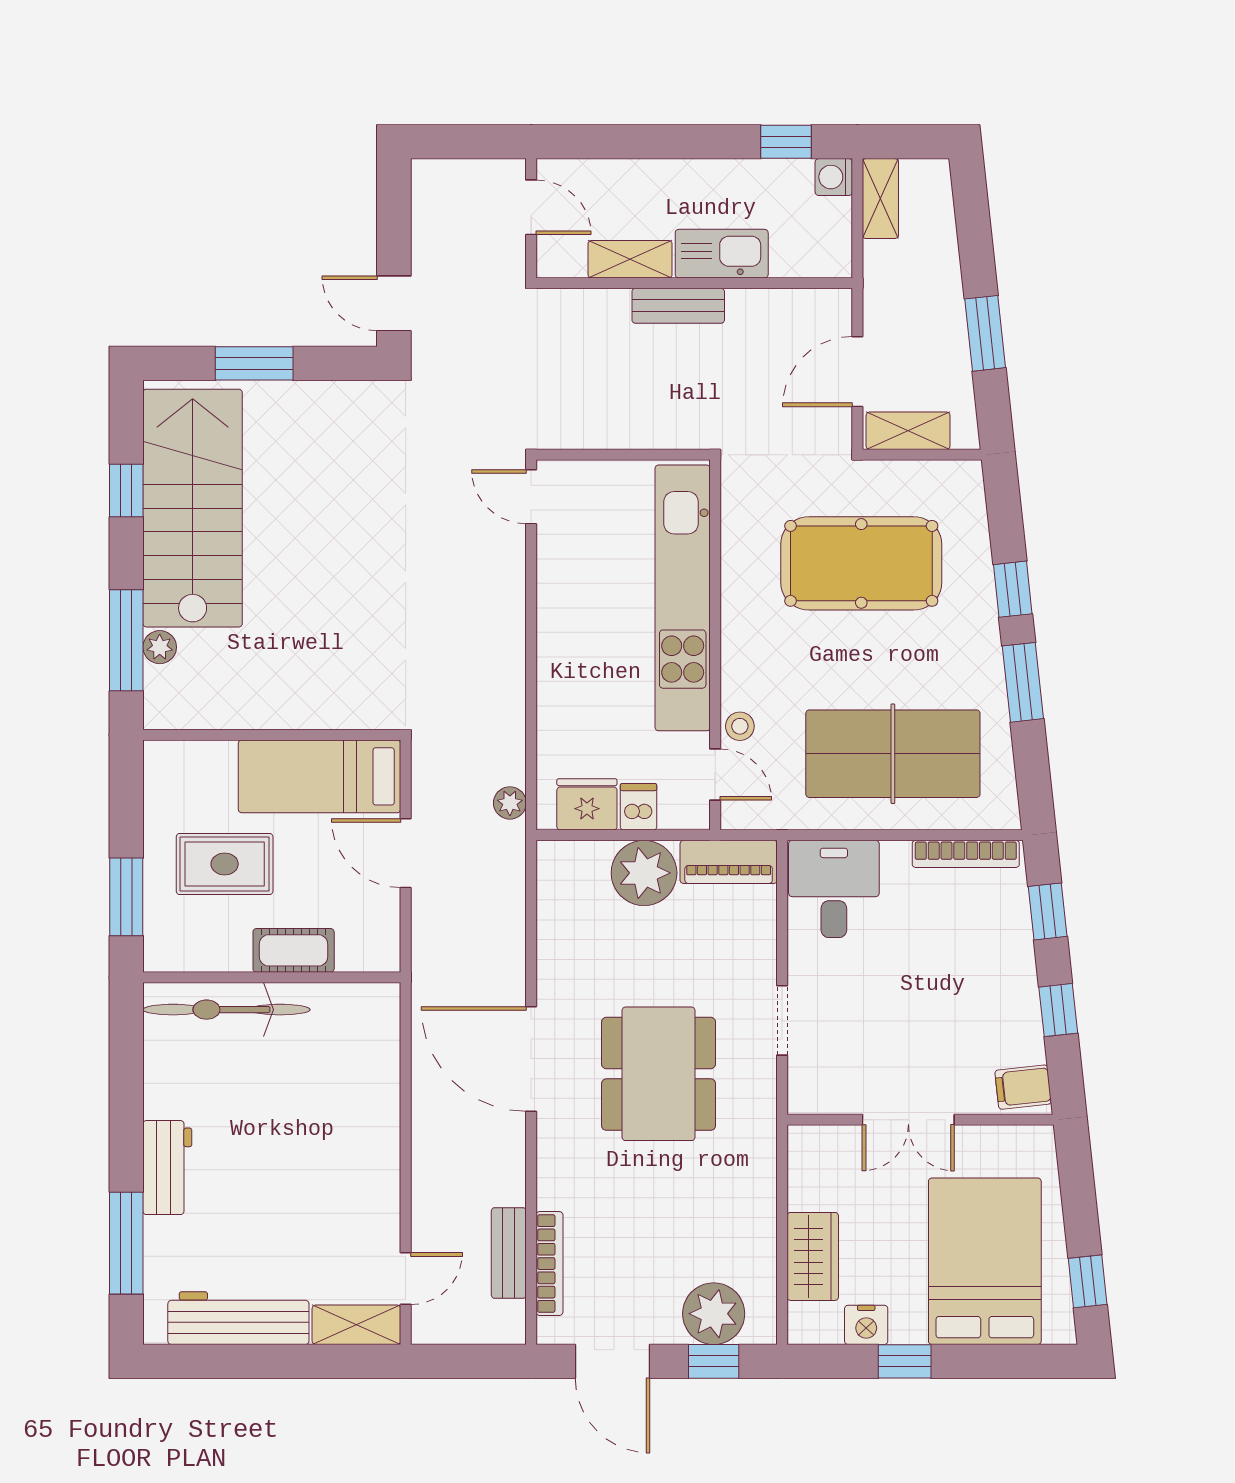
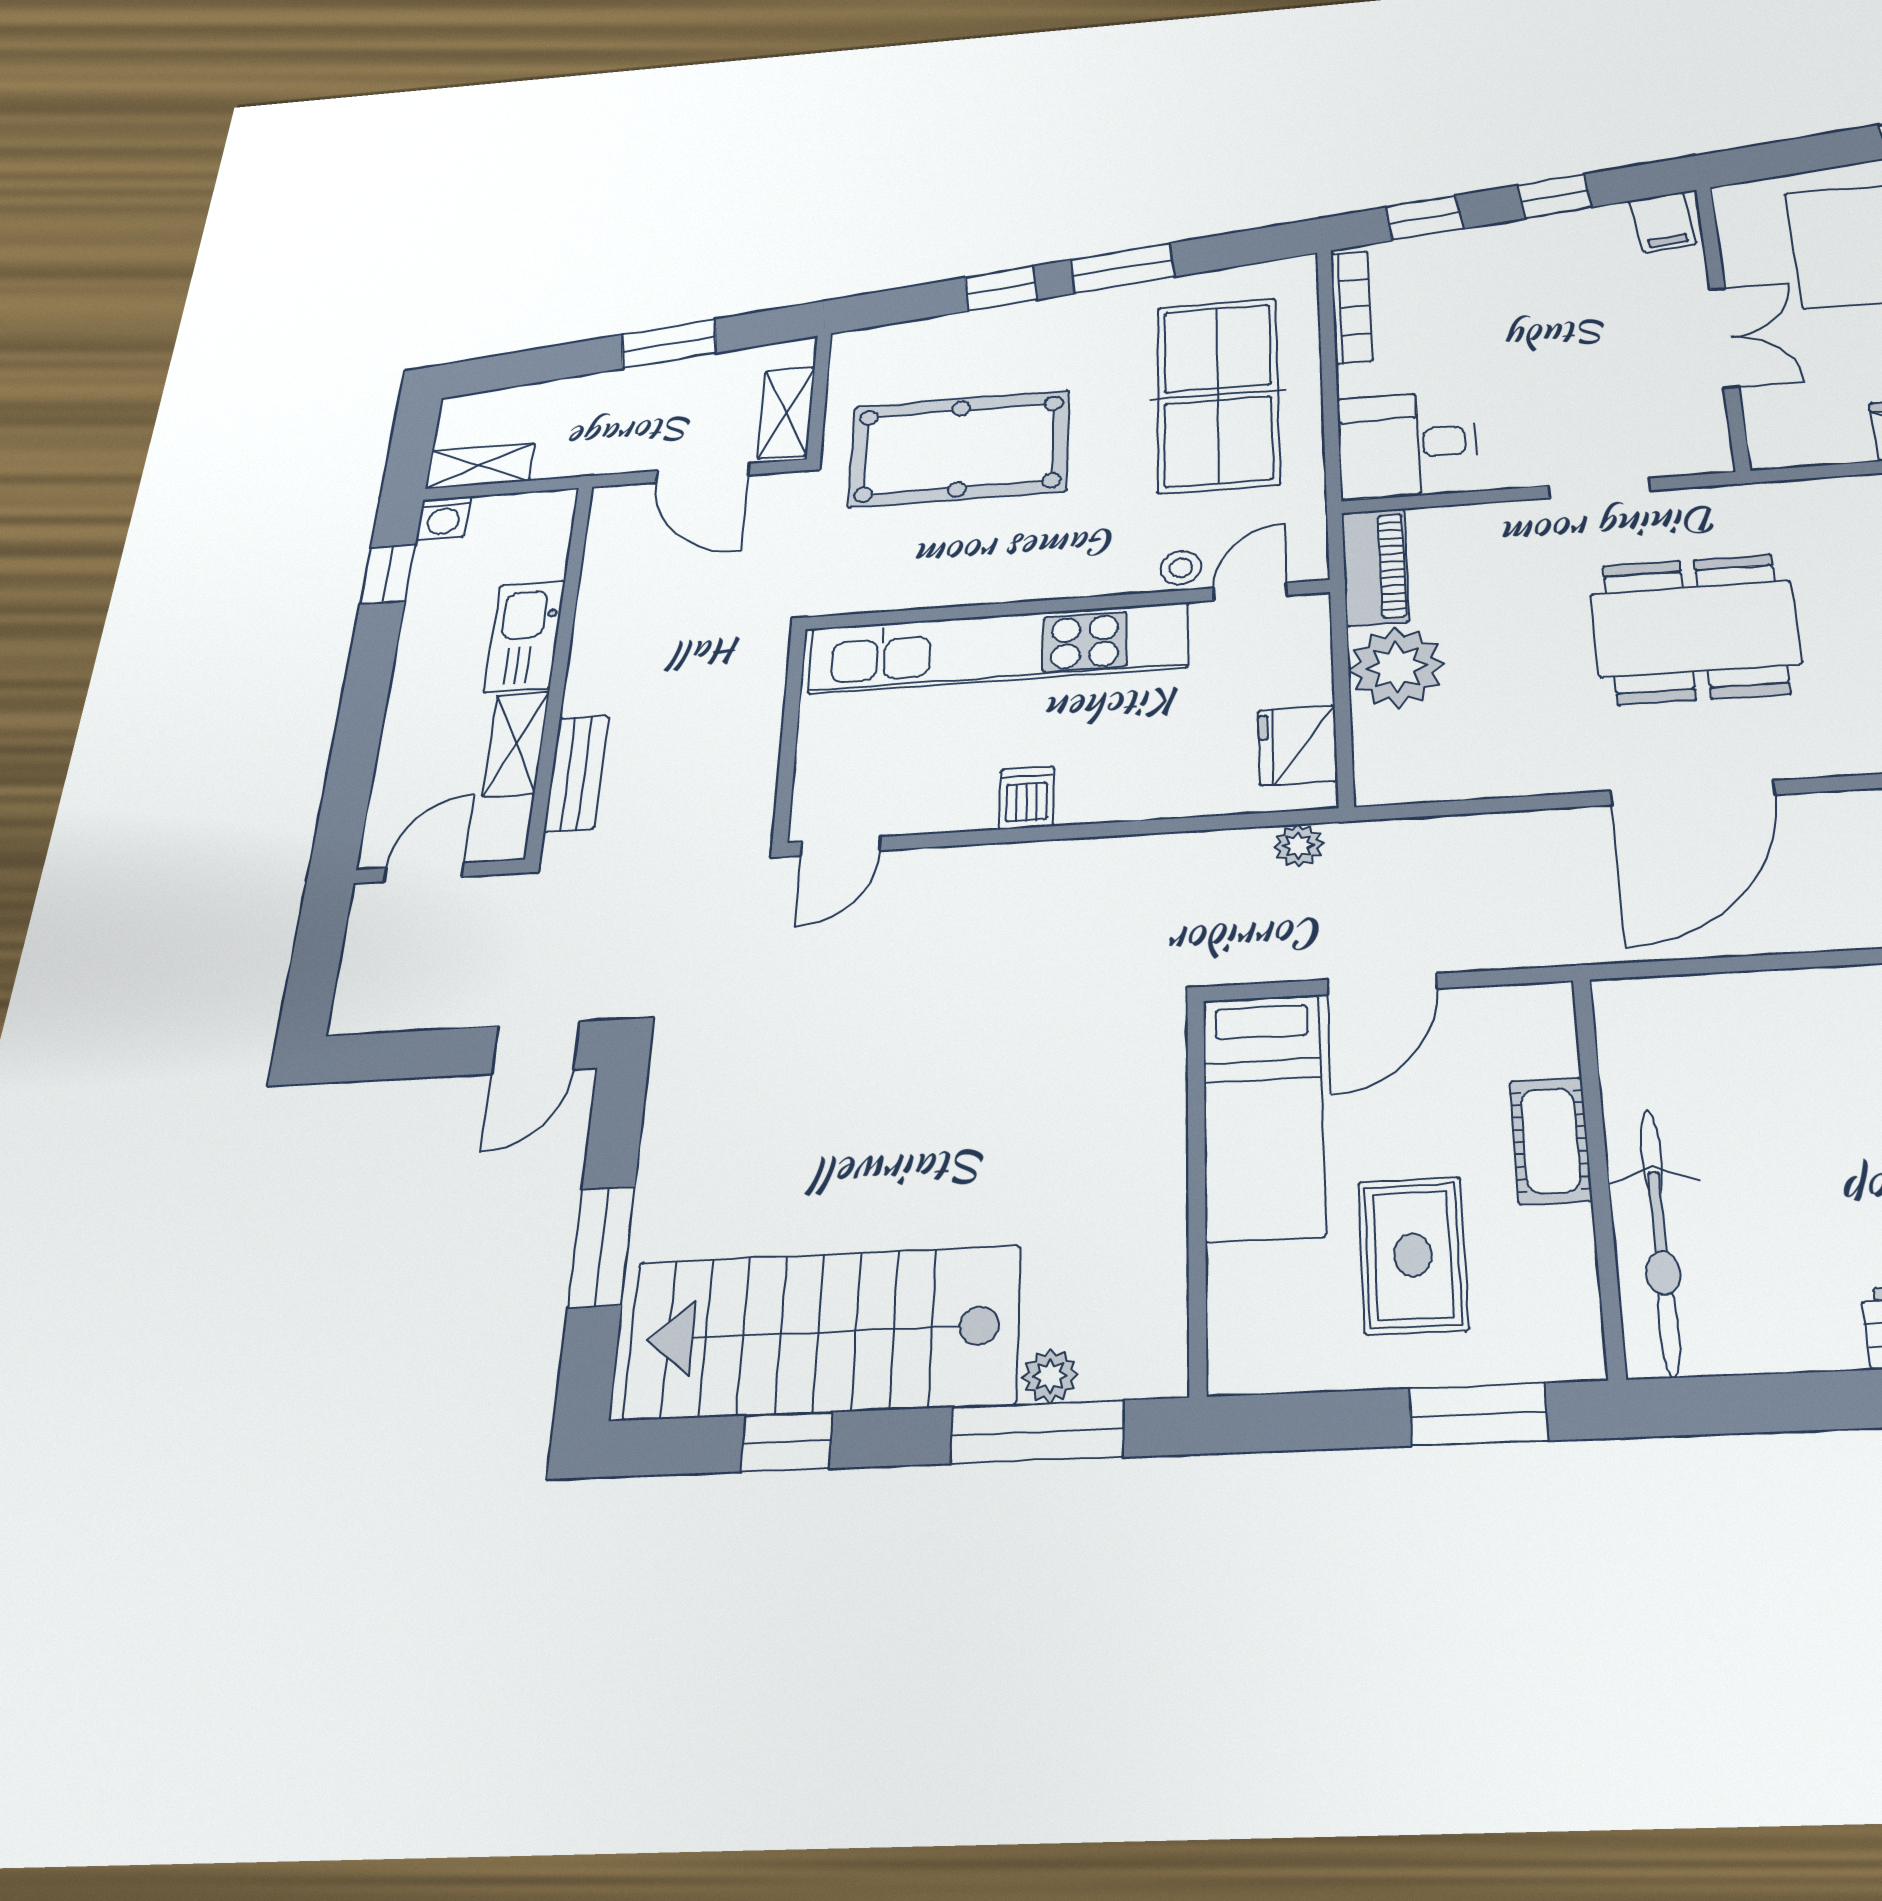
bench: (678, 306) -> (576, 773), moved
pool table: (861, 563) -> (959, 449), turned 90
dishwasher: (639, 807) -> (1027, 798), moved, turned 90

